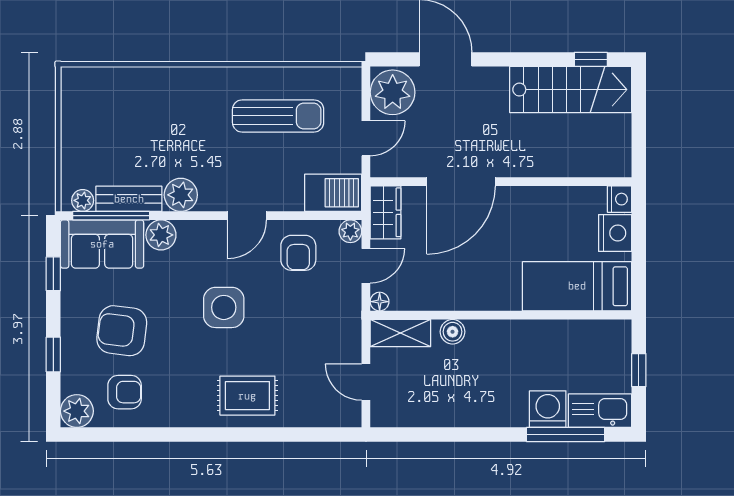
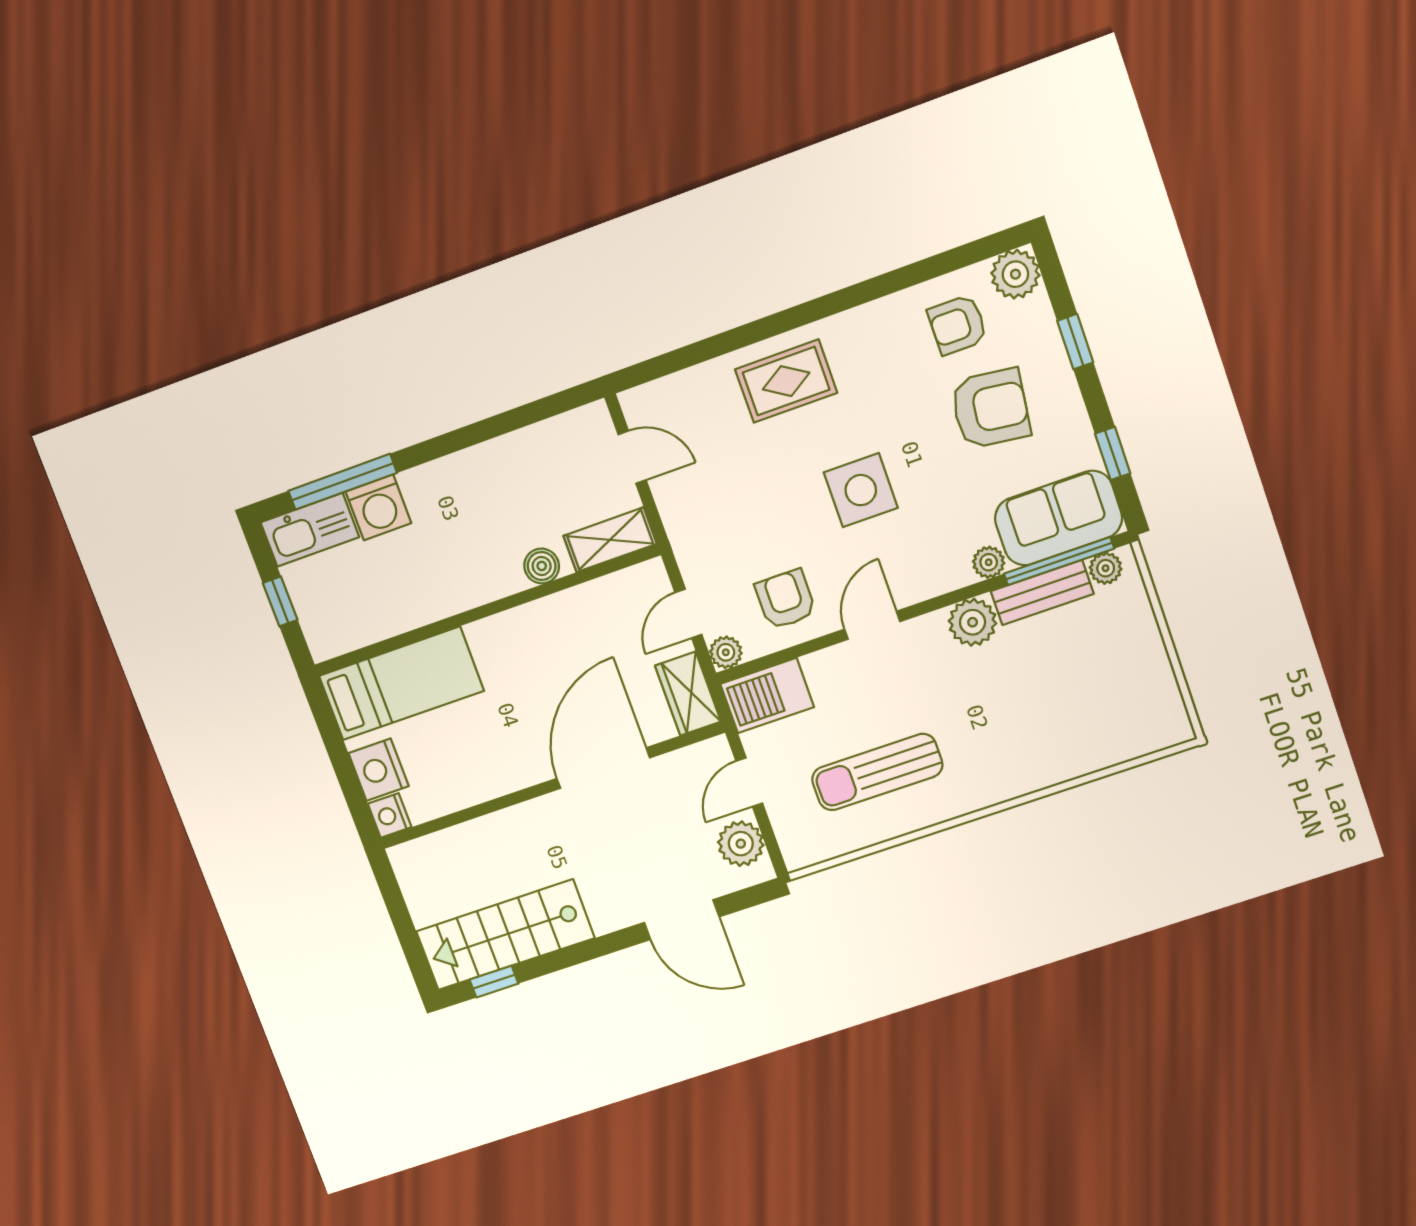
plant: (393, 92) -> (741, 844), width x0.73, depth x0.73
plant: (161, 235) -> (989, 562), width x0.73, depth x0.73
floor lamp: (380, 302) -> (653, 572), removed

